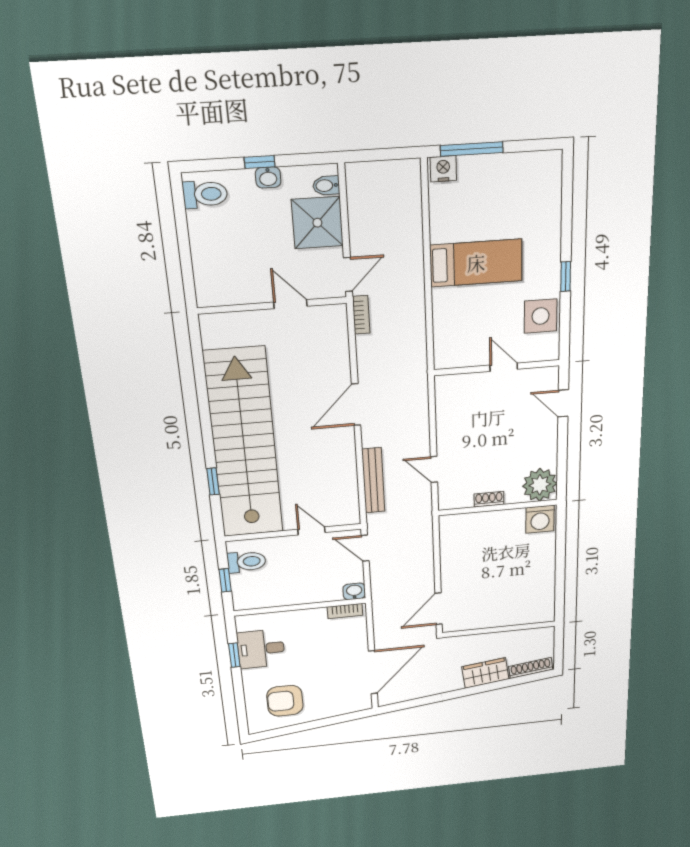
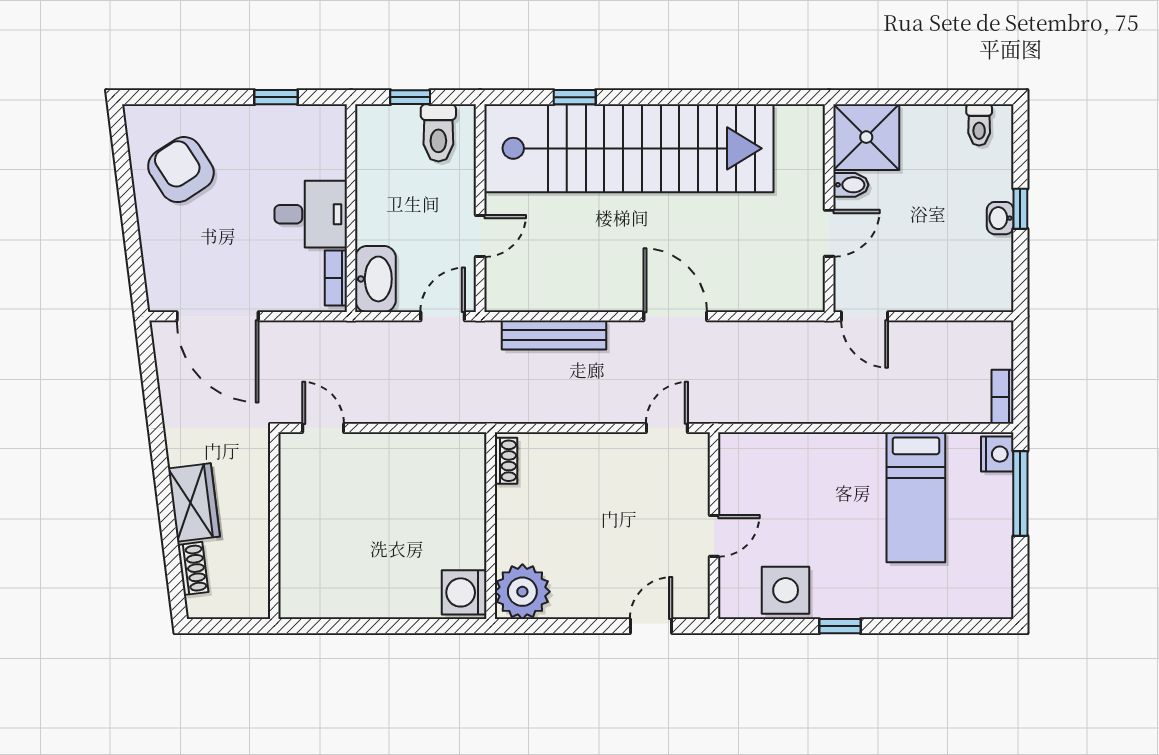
bidet: (326, 186) -> (851, 185), moved, turned 90
toilet: (205, 194) -> (979, 125), width x0.73, depth x0.72
shower: (317, 223) -> (866, 137), moved
bed: (476, 263) -> (916, 497), moved
bookcase: (361, 315) -> (1003, 397), moved, turned 90
door: (434, 469) -> (667, 428), moved
shoe rack: (489, 499) -> (506, 461), moved
washbasin: (354, 591) -> (375, 279), width x1.91, depth x1.45
door: (439, 609) -> (323, 428), width x0.73
desk: (261, 649) -> (311, 214), moved, turned 90
shoe rack: (531, 668) -> (193, 568), width x0.70
armchair: (285, 701) -> (181, 170), turned -33

